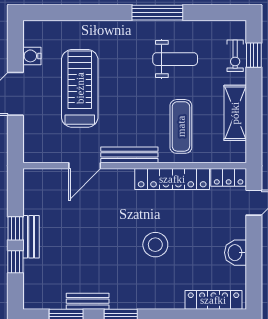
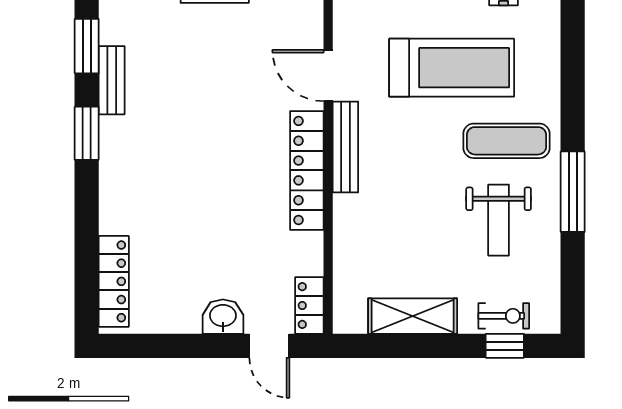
exercise bike: (235, 56) -> (504, 316), turned 180
exercise mat: (181, 126) -> (506, 141), moved
locker: (172, 179) -> (307, 170), moved
stool: (155, 245) -> (202, 188), removed
washbasin: (236, 253) -> (223, 317), moved

